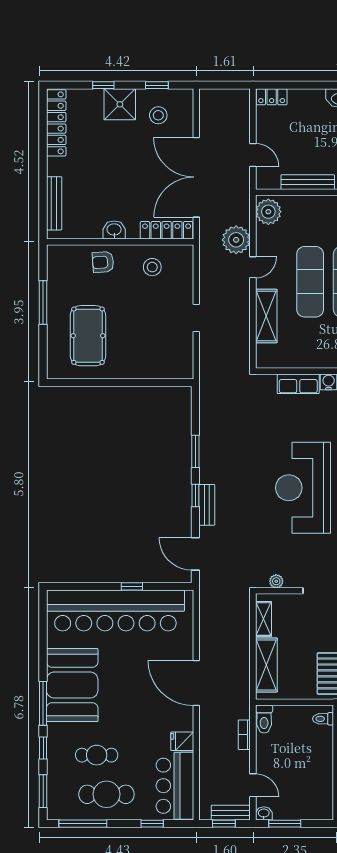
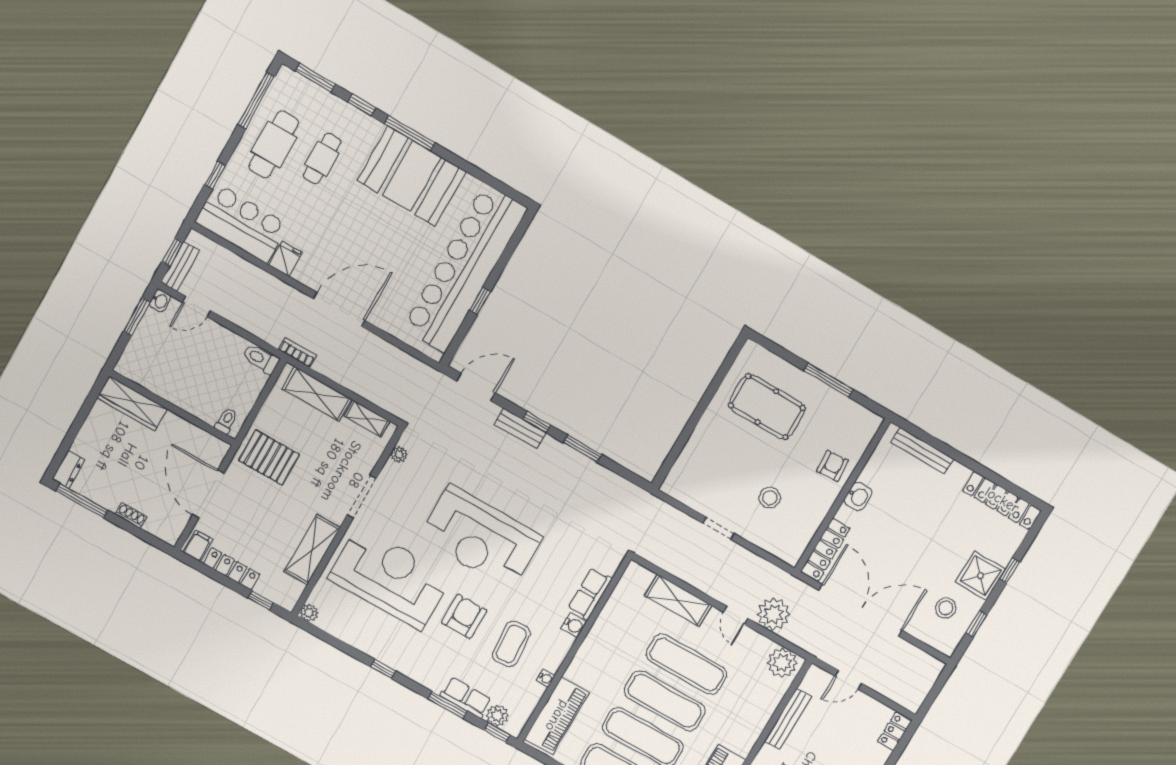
stool: (152, 267) -> (770, 498), moved
reception desk: (303, 488) -> (480, 537), turned 180
bookcase: (244, 735) -> (297, 352), moved

